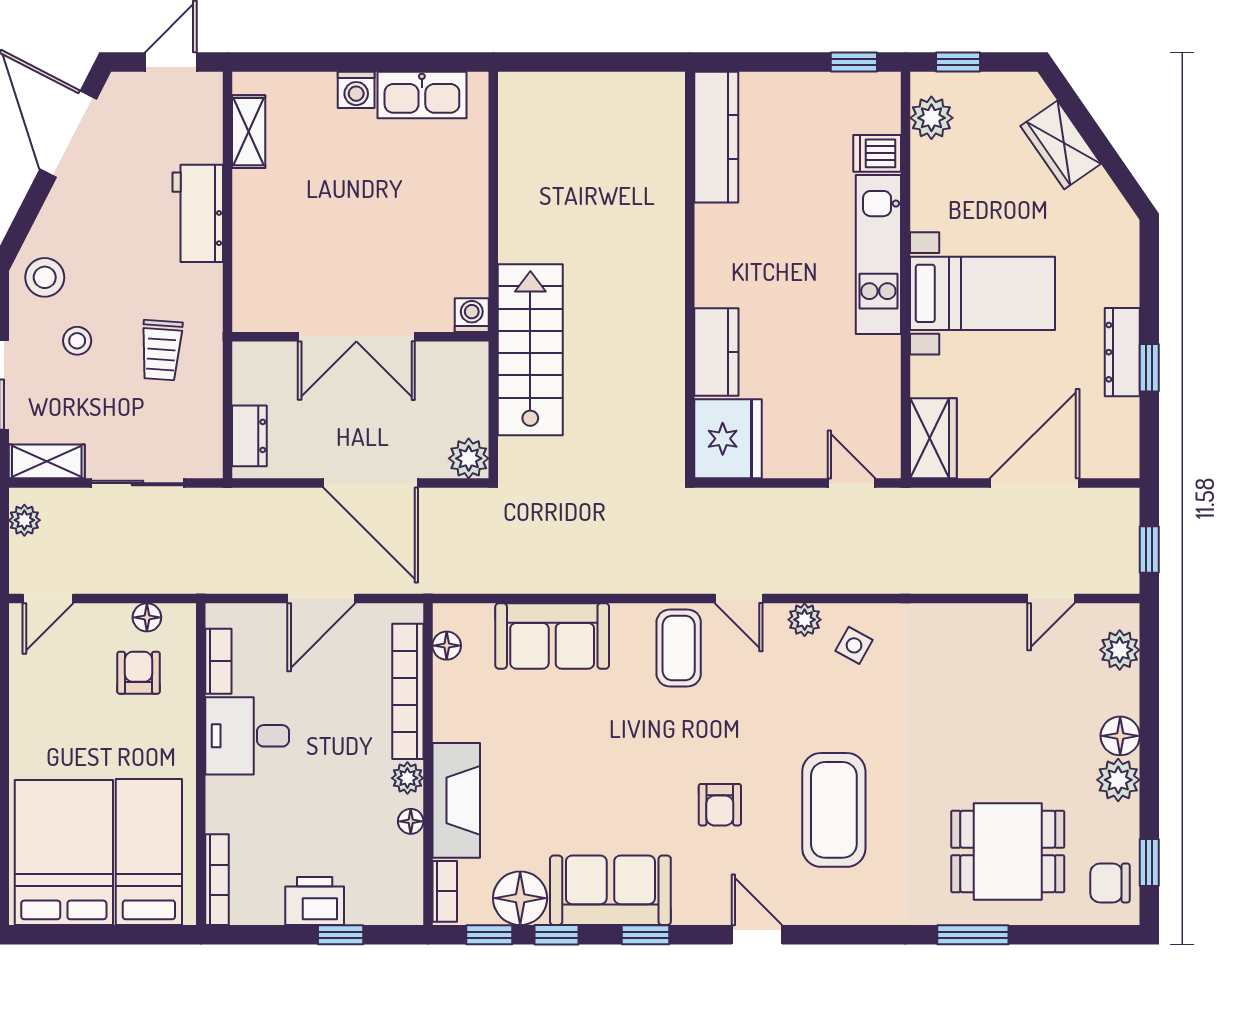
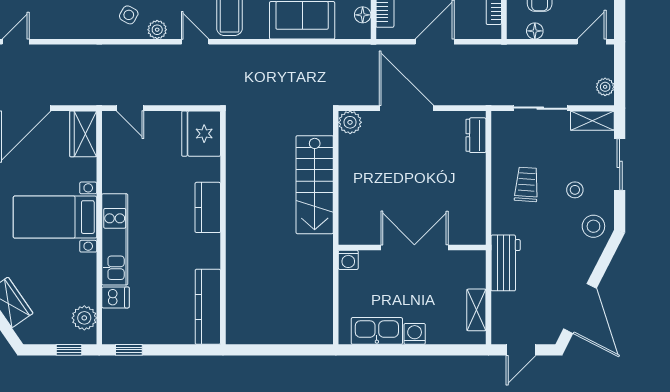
washing machine: (472, 315) -> (348, 260), moved
double door: (356, 337) -> (414, 247), moved
wall: (360, 337) -> (412, 247), moved
kitchen counter: (716, 352) -> (208, 207), moved

